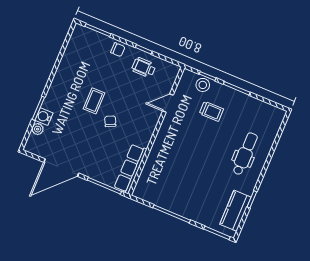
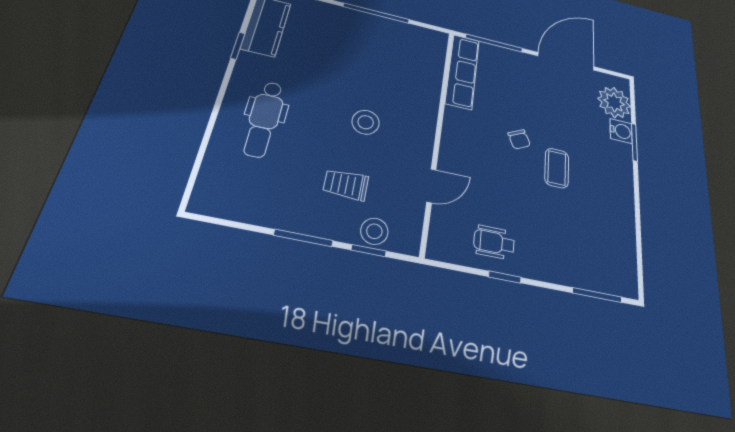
chair: (118, 50) -> (550, 266), removed
wheelchair: (144, 67) -> (494, 242), turned 180
plant: (38, 129) -> (614, 102), width x1.87, depth x1.87
stool: (194, 144) -> (366, 122), added

